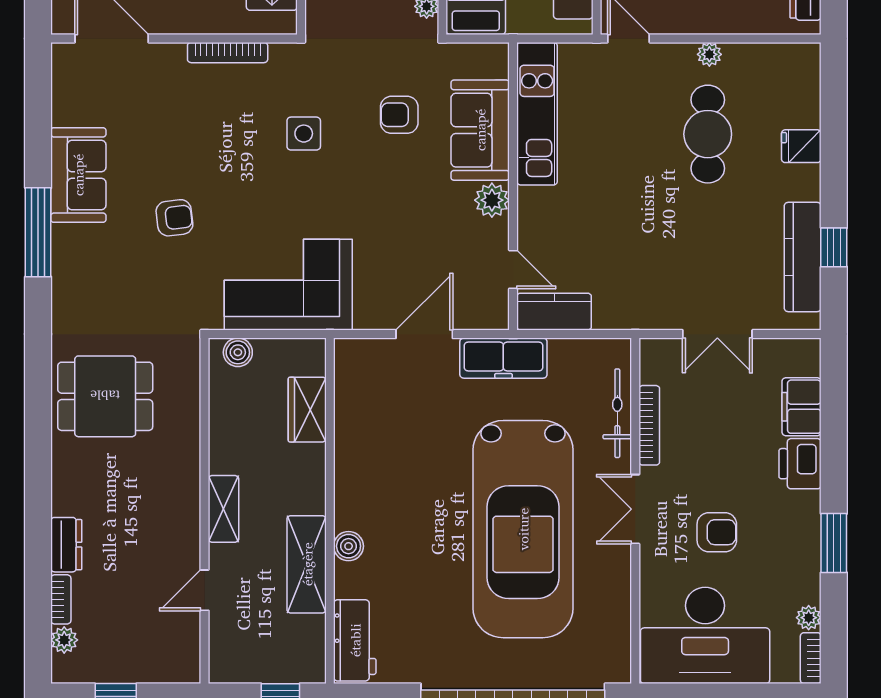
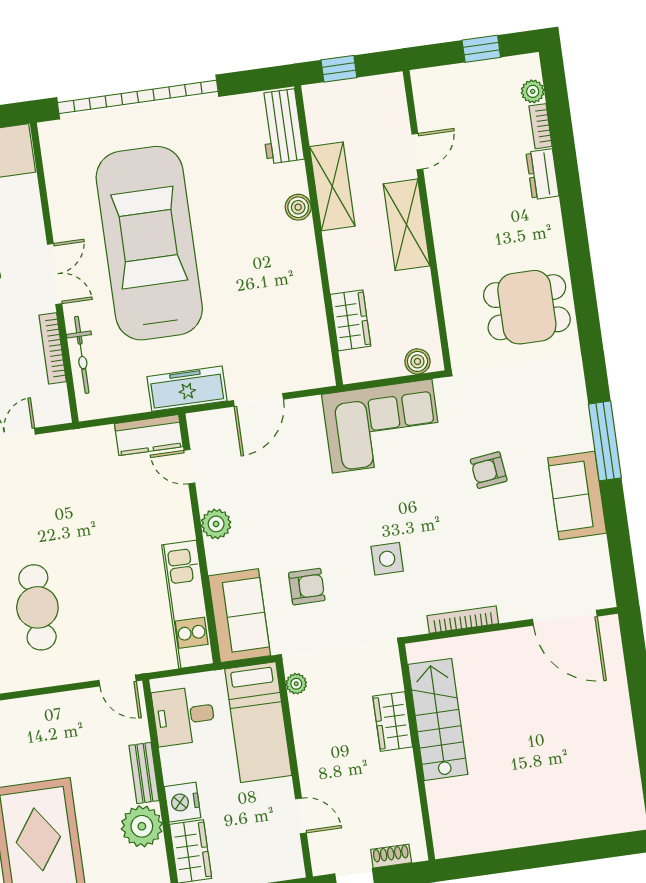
plant: (709, 54) -> (46, 677), removed
sofa: (480, 130) -> (239, 616), moved
shelving: (223, 509) -> (407, 225), width x1.50, depth x1.33

